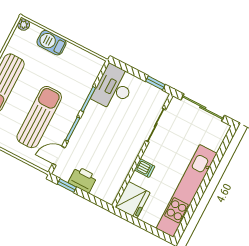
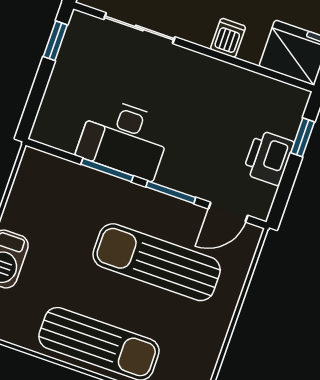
desk: (114, 88) -> (124, 138), moved
door: (59, 156) -> (228, 212), hinge flipped
window: (67, 186) -> (303, 137), moved

